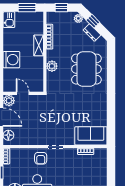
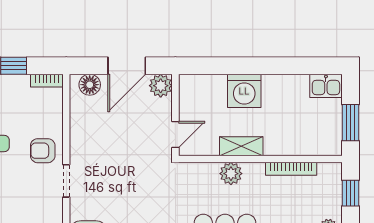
shelving: (39, 45) -> (241, 146), moved
door: (23, 93) -> (175, 134), moved

